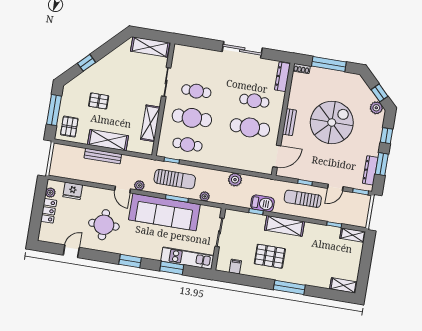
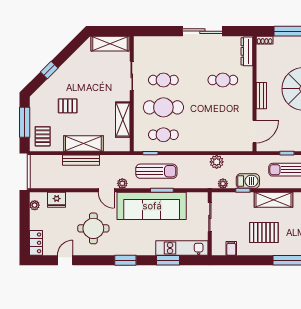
cafe table: (250, 127) -> (223, 107), removed
plant: (205, 196) -> (223, 184), moved
locker: (49, 211) -> (36, 243), moved

